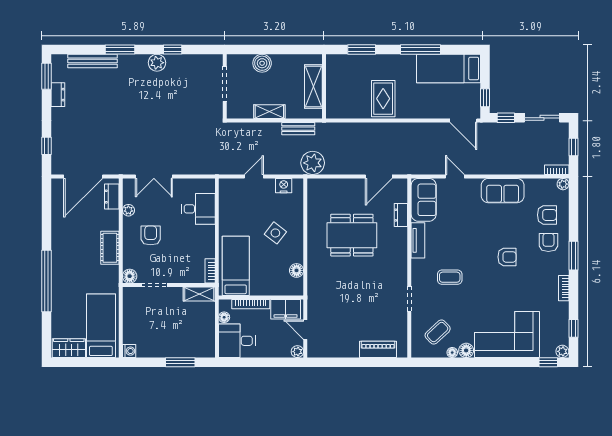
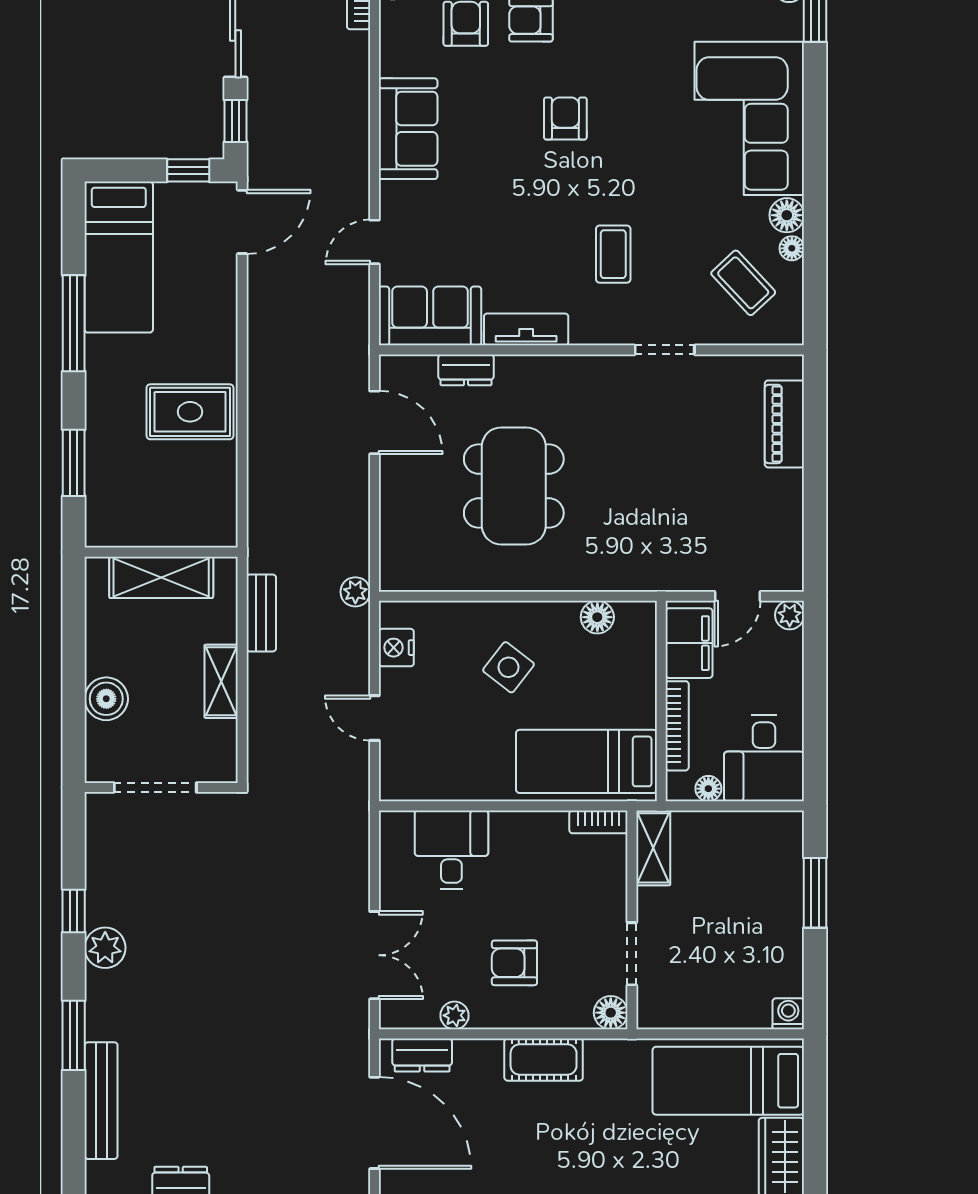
plant: (313, 163) -> (355, 592), width x0.53, depth x0.53

